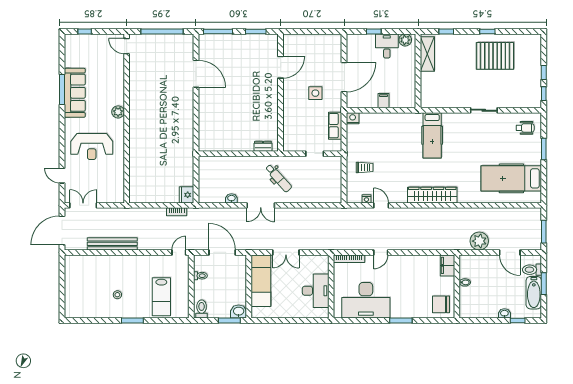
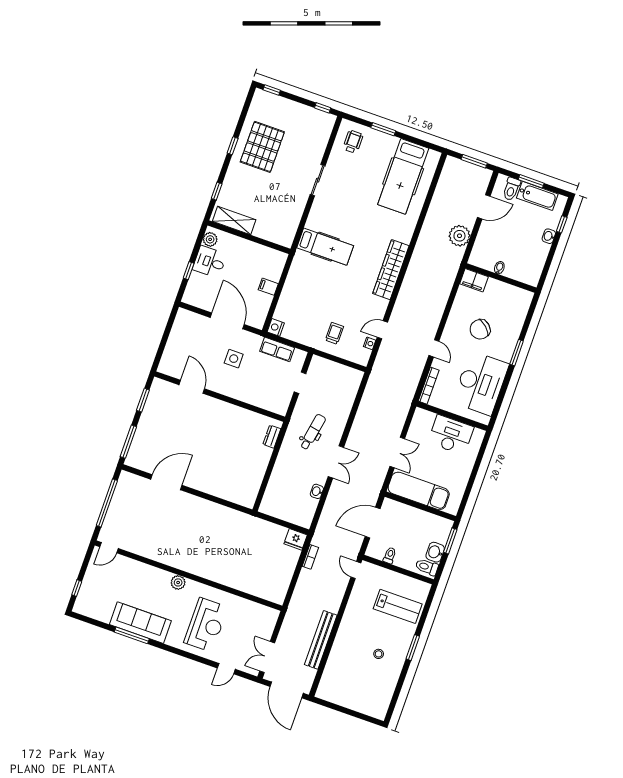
window: (544, 73) -> (272, 90), moved
dental chair: (278, 178) -> (313, 432), turned -38
chair: (441, 304) -> (480, 329), moved, turned 42
washbasin: (239, 312) -> (435, 552), moved

